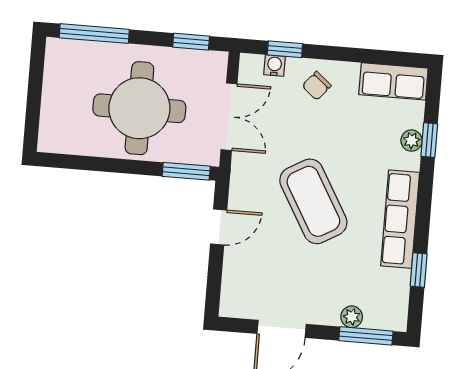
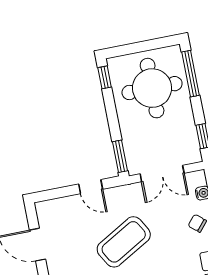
round table: (139, 108) -> (152, 88), moved
window: (64, 161) -> (105, 77), added

